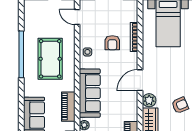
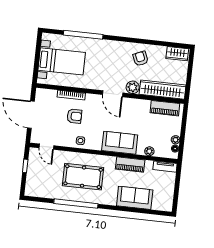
door: (77, 17) -> (46, 147), hinge flipped
sofa: (90, 93) -> (120, 143), width x0.73

